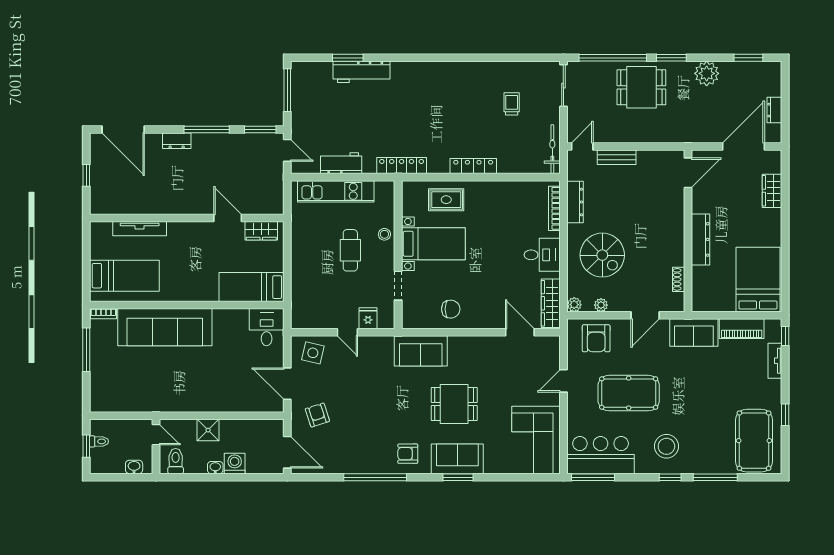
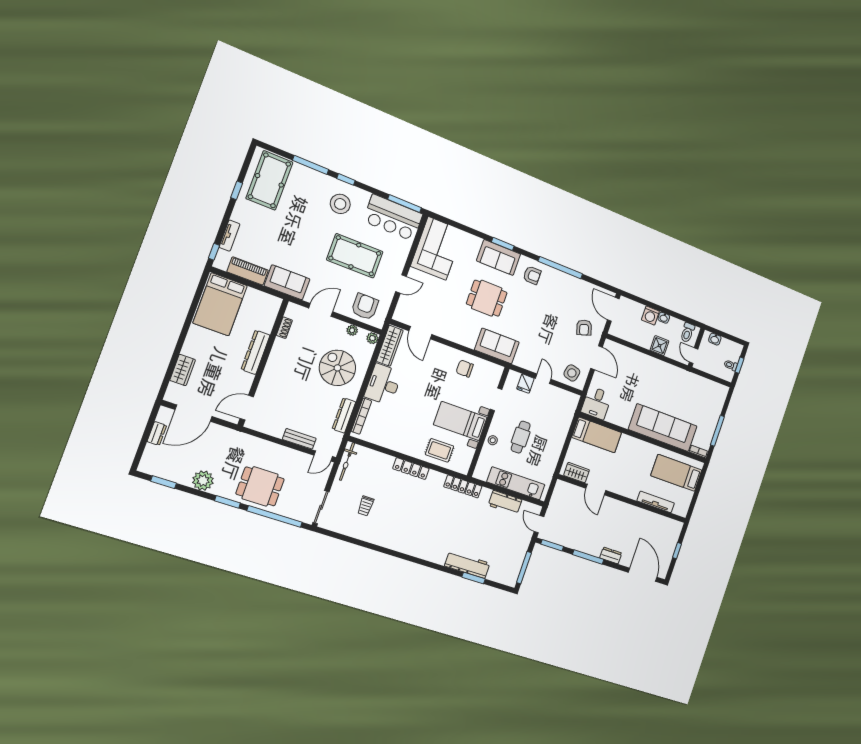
desk: (542, 255) -> (383, 384), width x1.37

